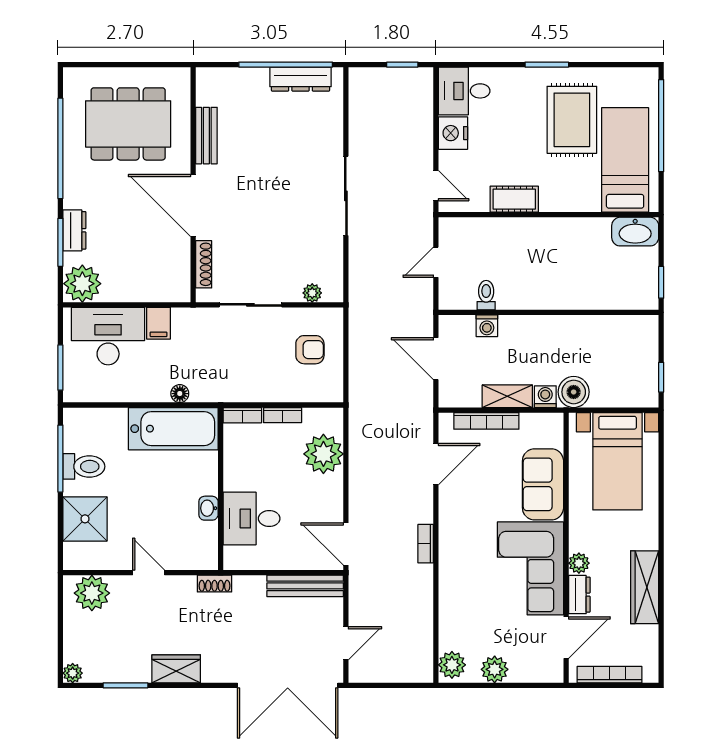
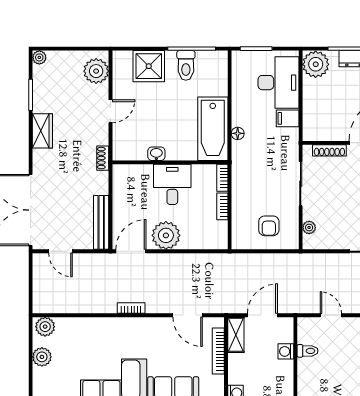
shelving: (507, 396) -> (236, 335), moved
plant: (323, 454) -> (166, 235), moved
desk: (252, 518) -> (172, 184), moved

